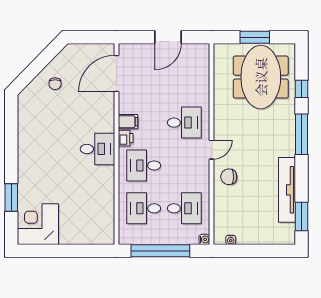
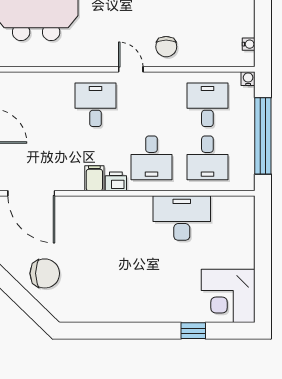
chair: (55, 84) -> (45, 273), width x1.87, depth x1.87
desk: (98, 149) -> (182, 218), moved, width x1.37
window: (11, 197) -> (193, 331), width x0.67

